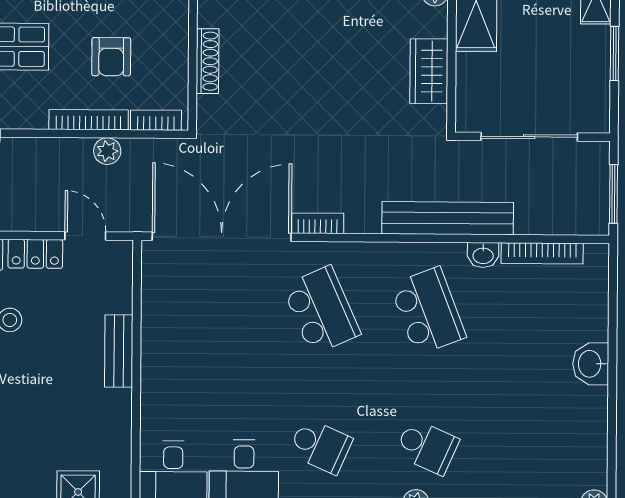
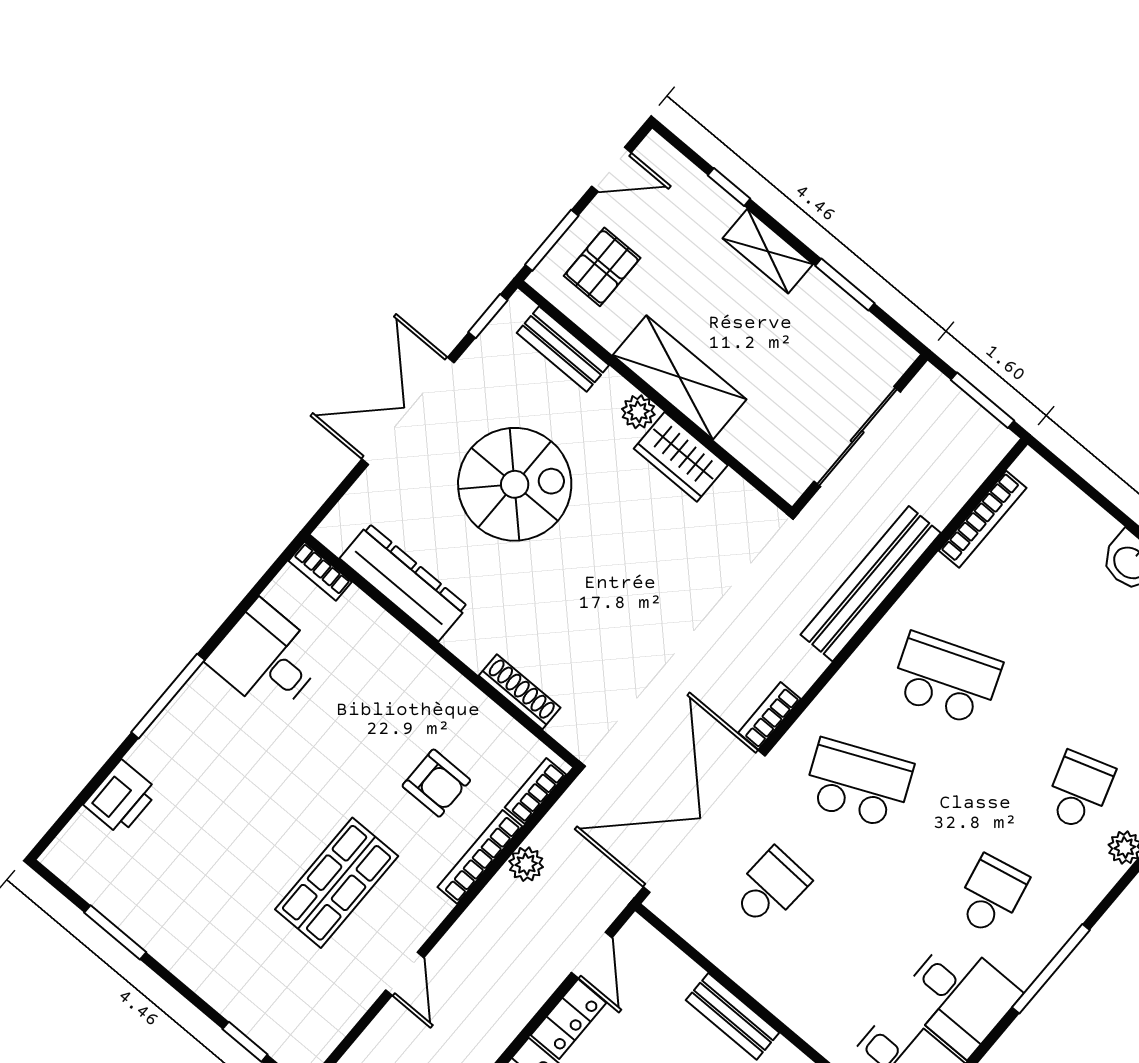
wardrobe: (429, 71) -> (681, 457), moved
door: (85, 236) -> (592, 955), swing flipped
washbasin: (483, 255) -> (936, 579), removed
school desk: (215, 309) -> (770, 888), added
school desk: (320, 446) -> (991, 895), turned -36
school desk: (427, 447) -> (1079, 791), turned -42

